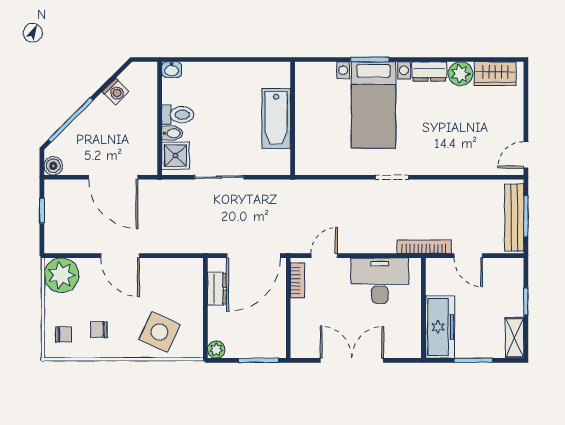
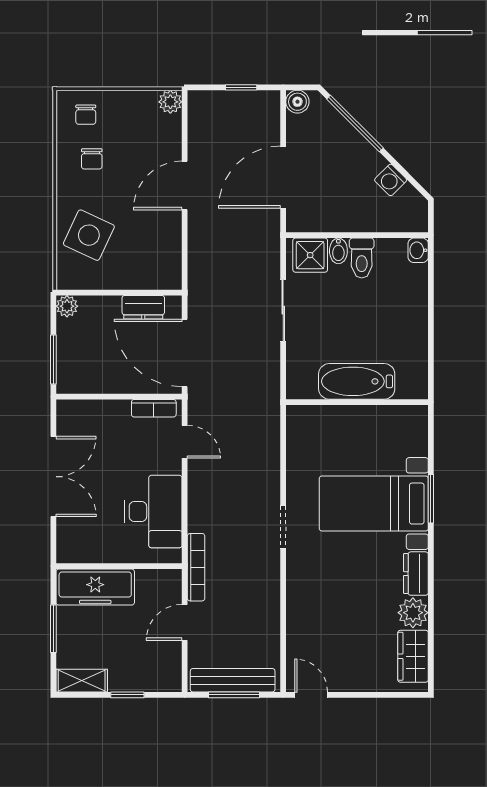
plant: (61, 275) -> (170, 102), width x0.53, depth x0.53
chair: (99, 330) -> (92, 159), turned 180

